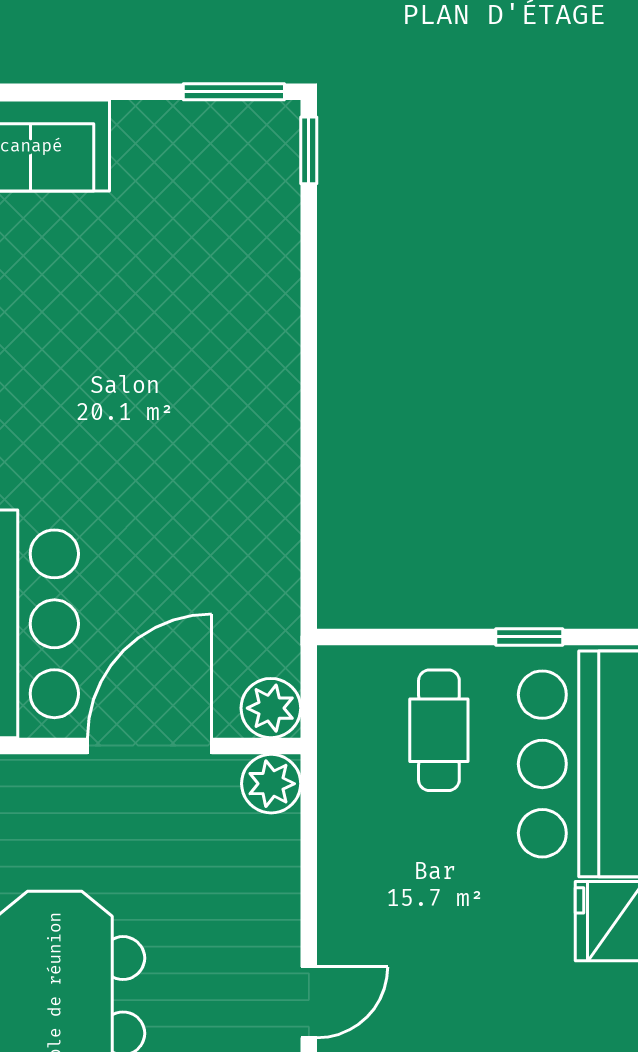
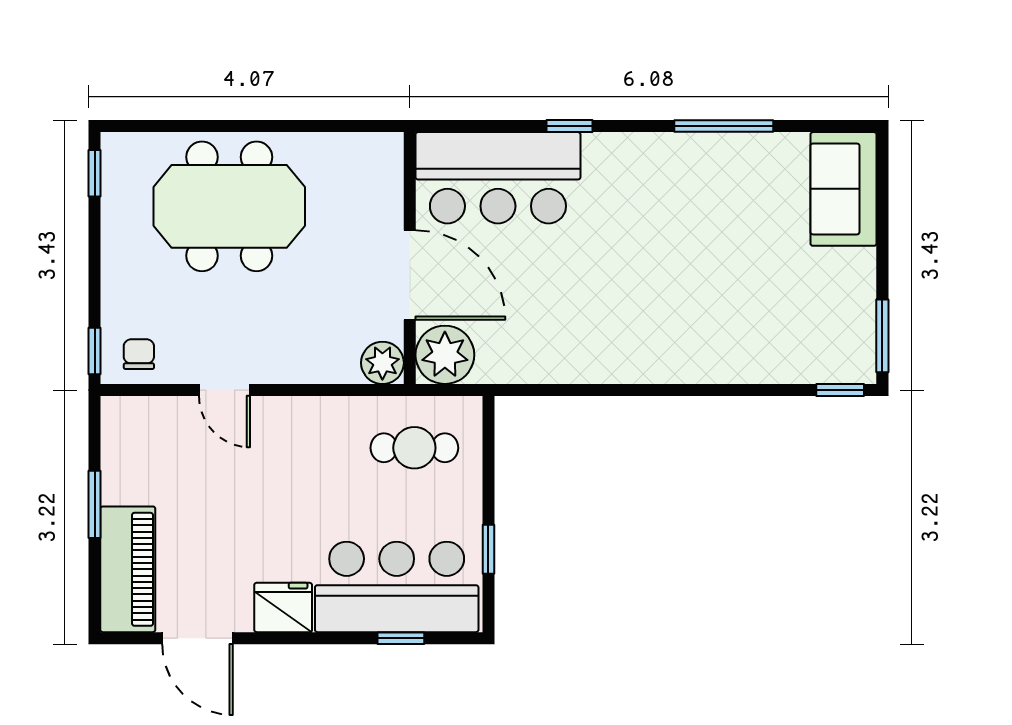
plant: (271, 708) -> (445, 355), width x1.36, depth x1.36
cafe table: (439, 730) -> (414, 448), moved

